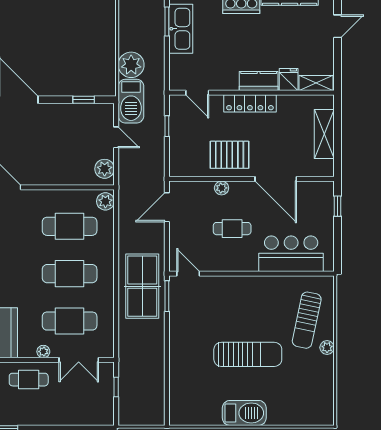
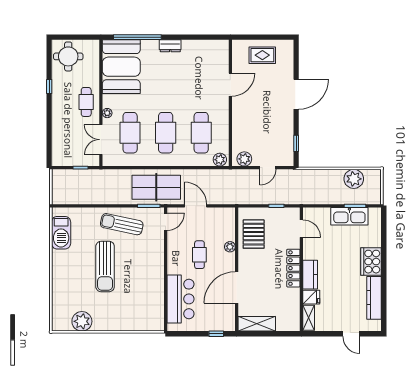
plant: (131, 65) -> (354, 179), moved
door: (197, 93) -> (301, 229), swing flipped
barbecue: (131, 101) -> (295, 179), removed
shelving: (324, 134) -> (257, 324), moved
pallet: (230, 155) -> (254, 234), moved
door: (167, 207) -> (196, 206), moved
sun lounger: (307, 320) -> (122, 224), moved
plant: (327, 347) -> (82, 321), moved, width x1.88, depth x1.88
barbecue: (244, 413) -> (61, 233), moved

